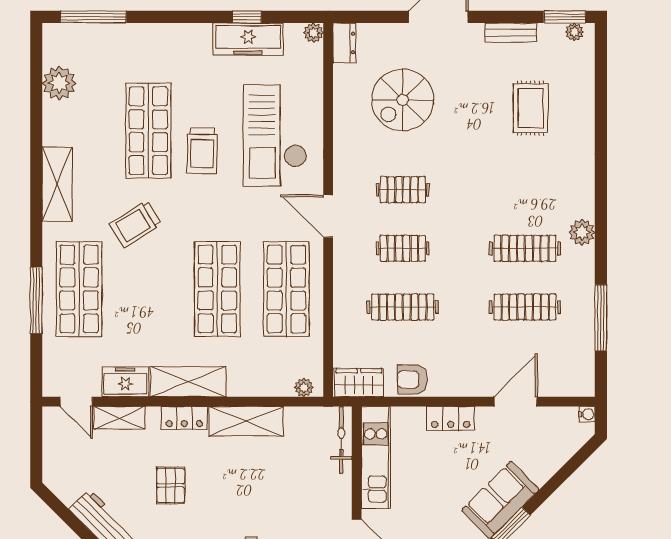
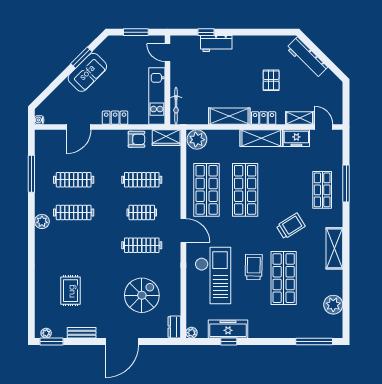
clothes rail: (403, 190) -> (142, 245), width x1.36
shop shelf: (79, 289) -> (322, 190), width x0.70, depth x0.74
plant: (304, 388) -> (197, 140), width x1.88, depth x1.88

